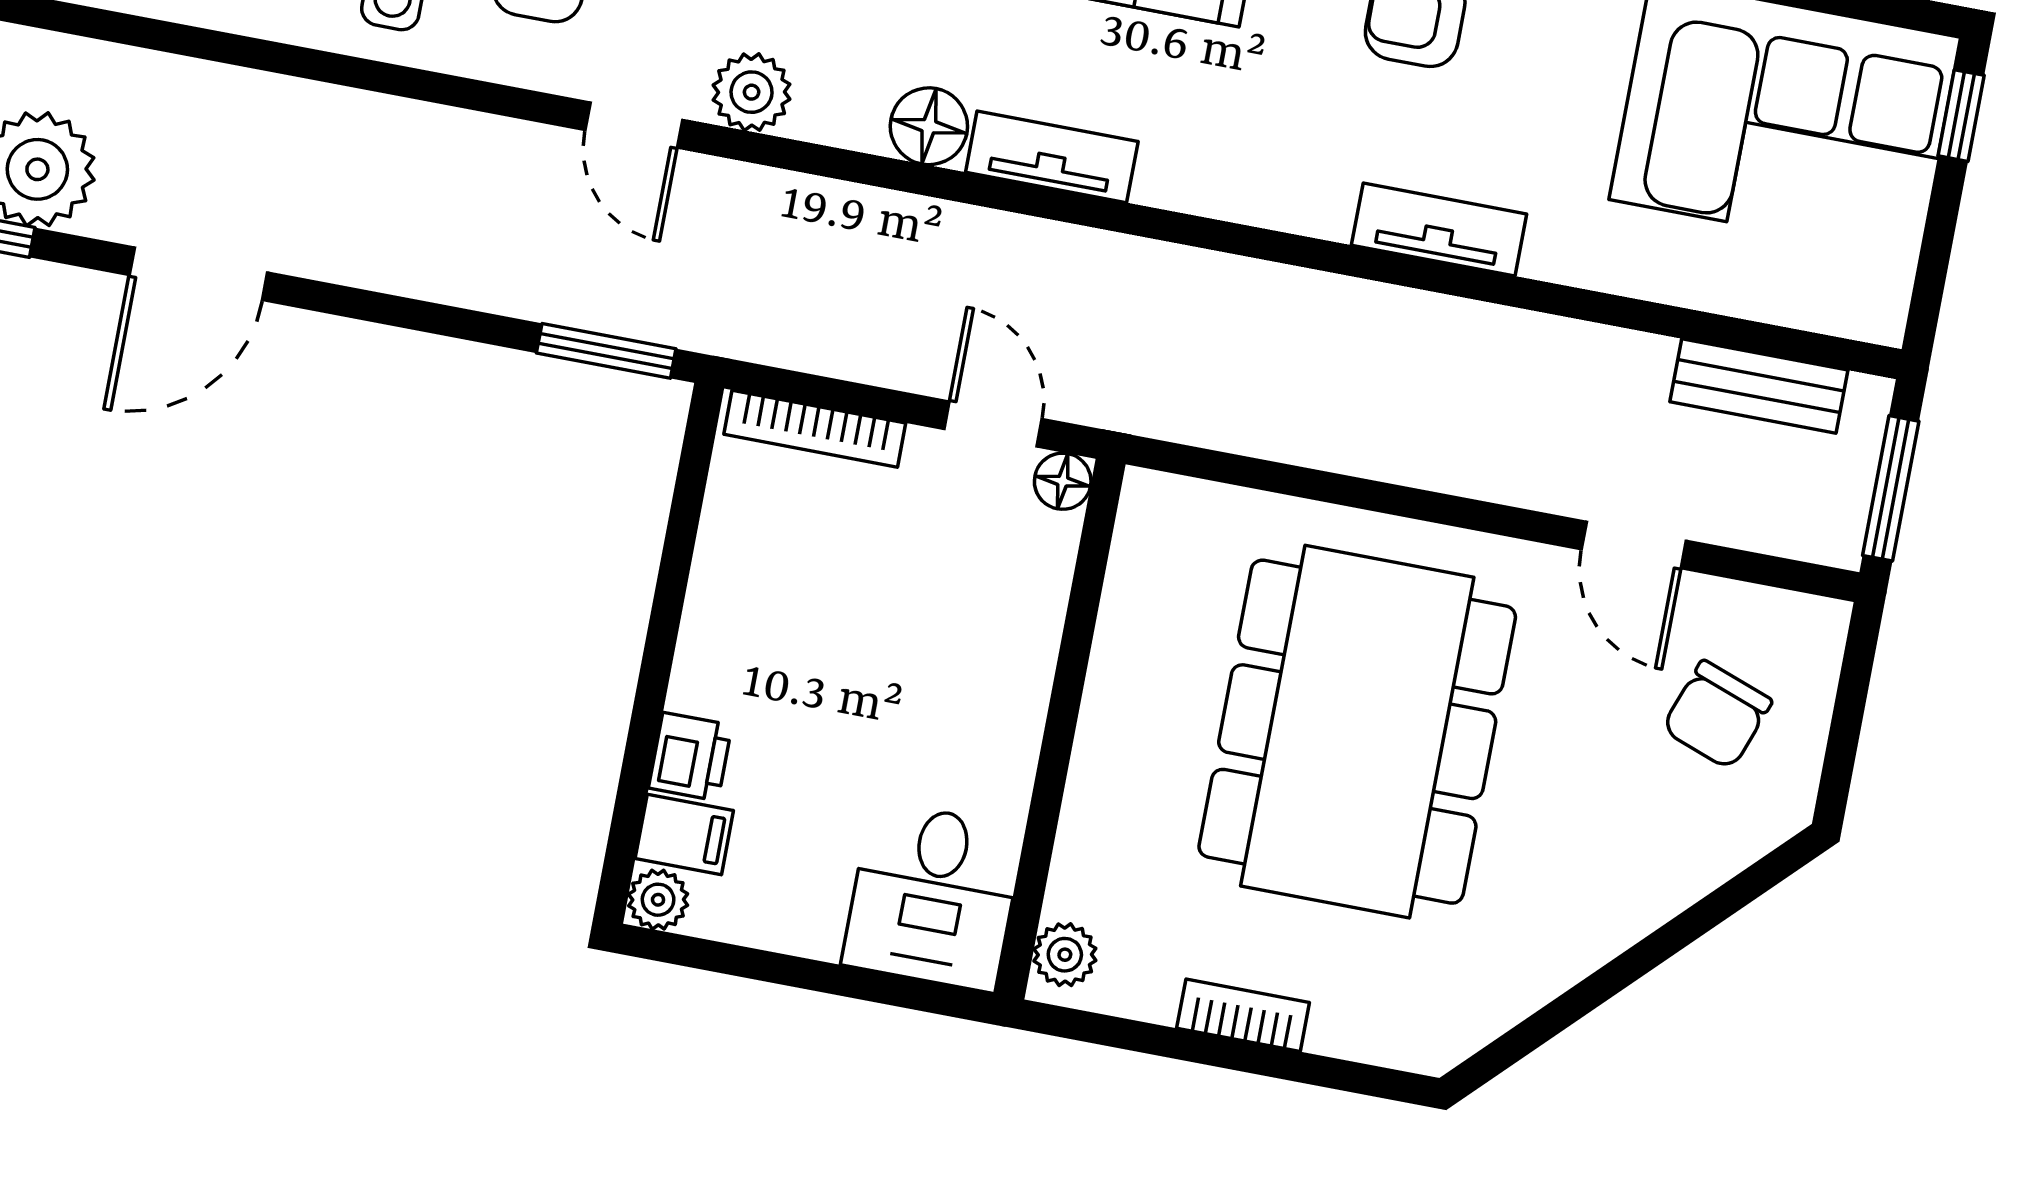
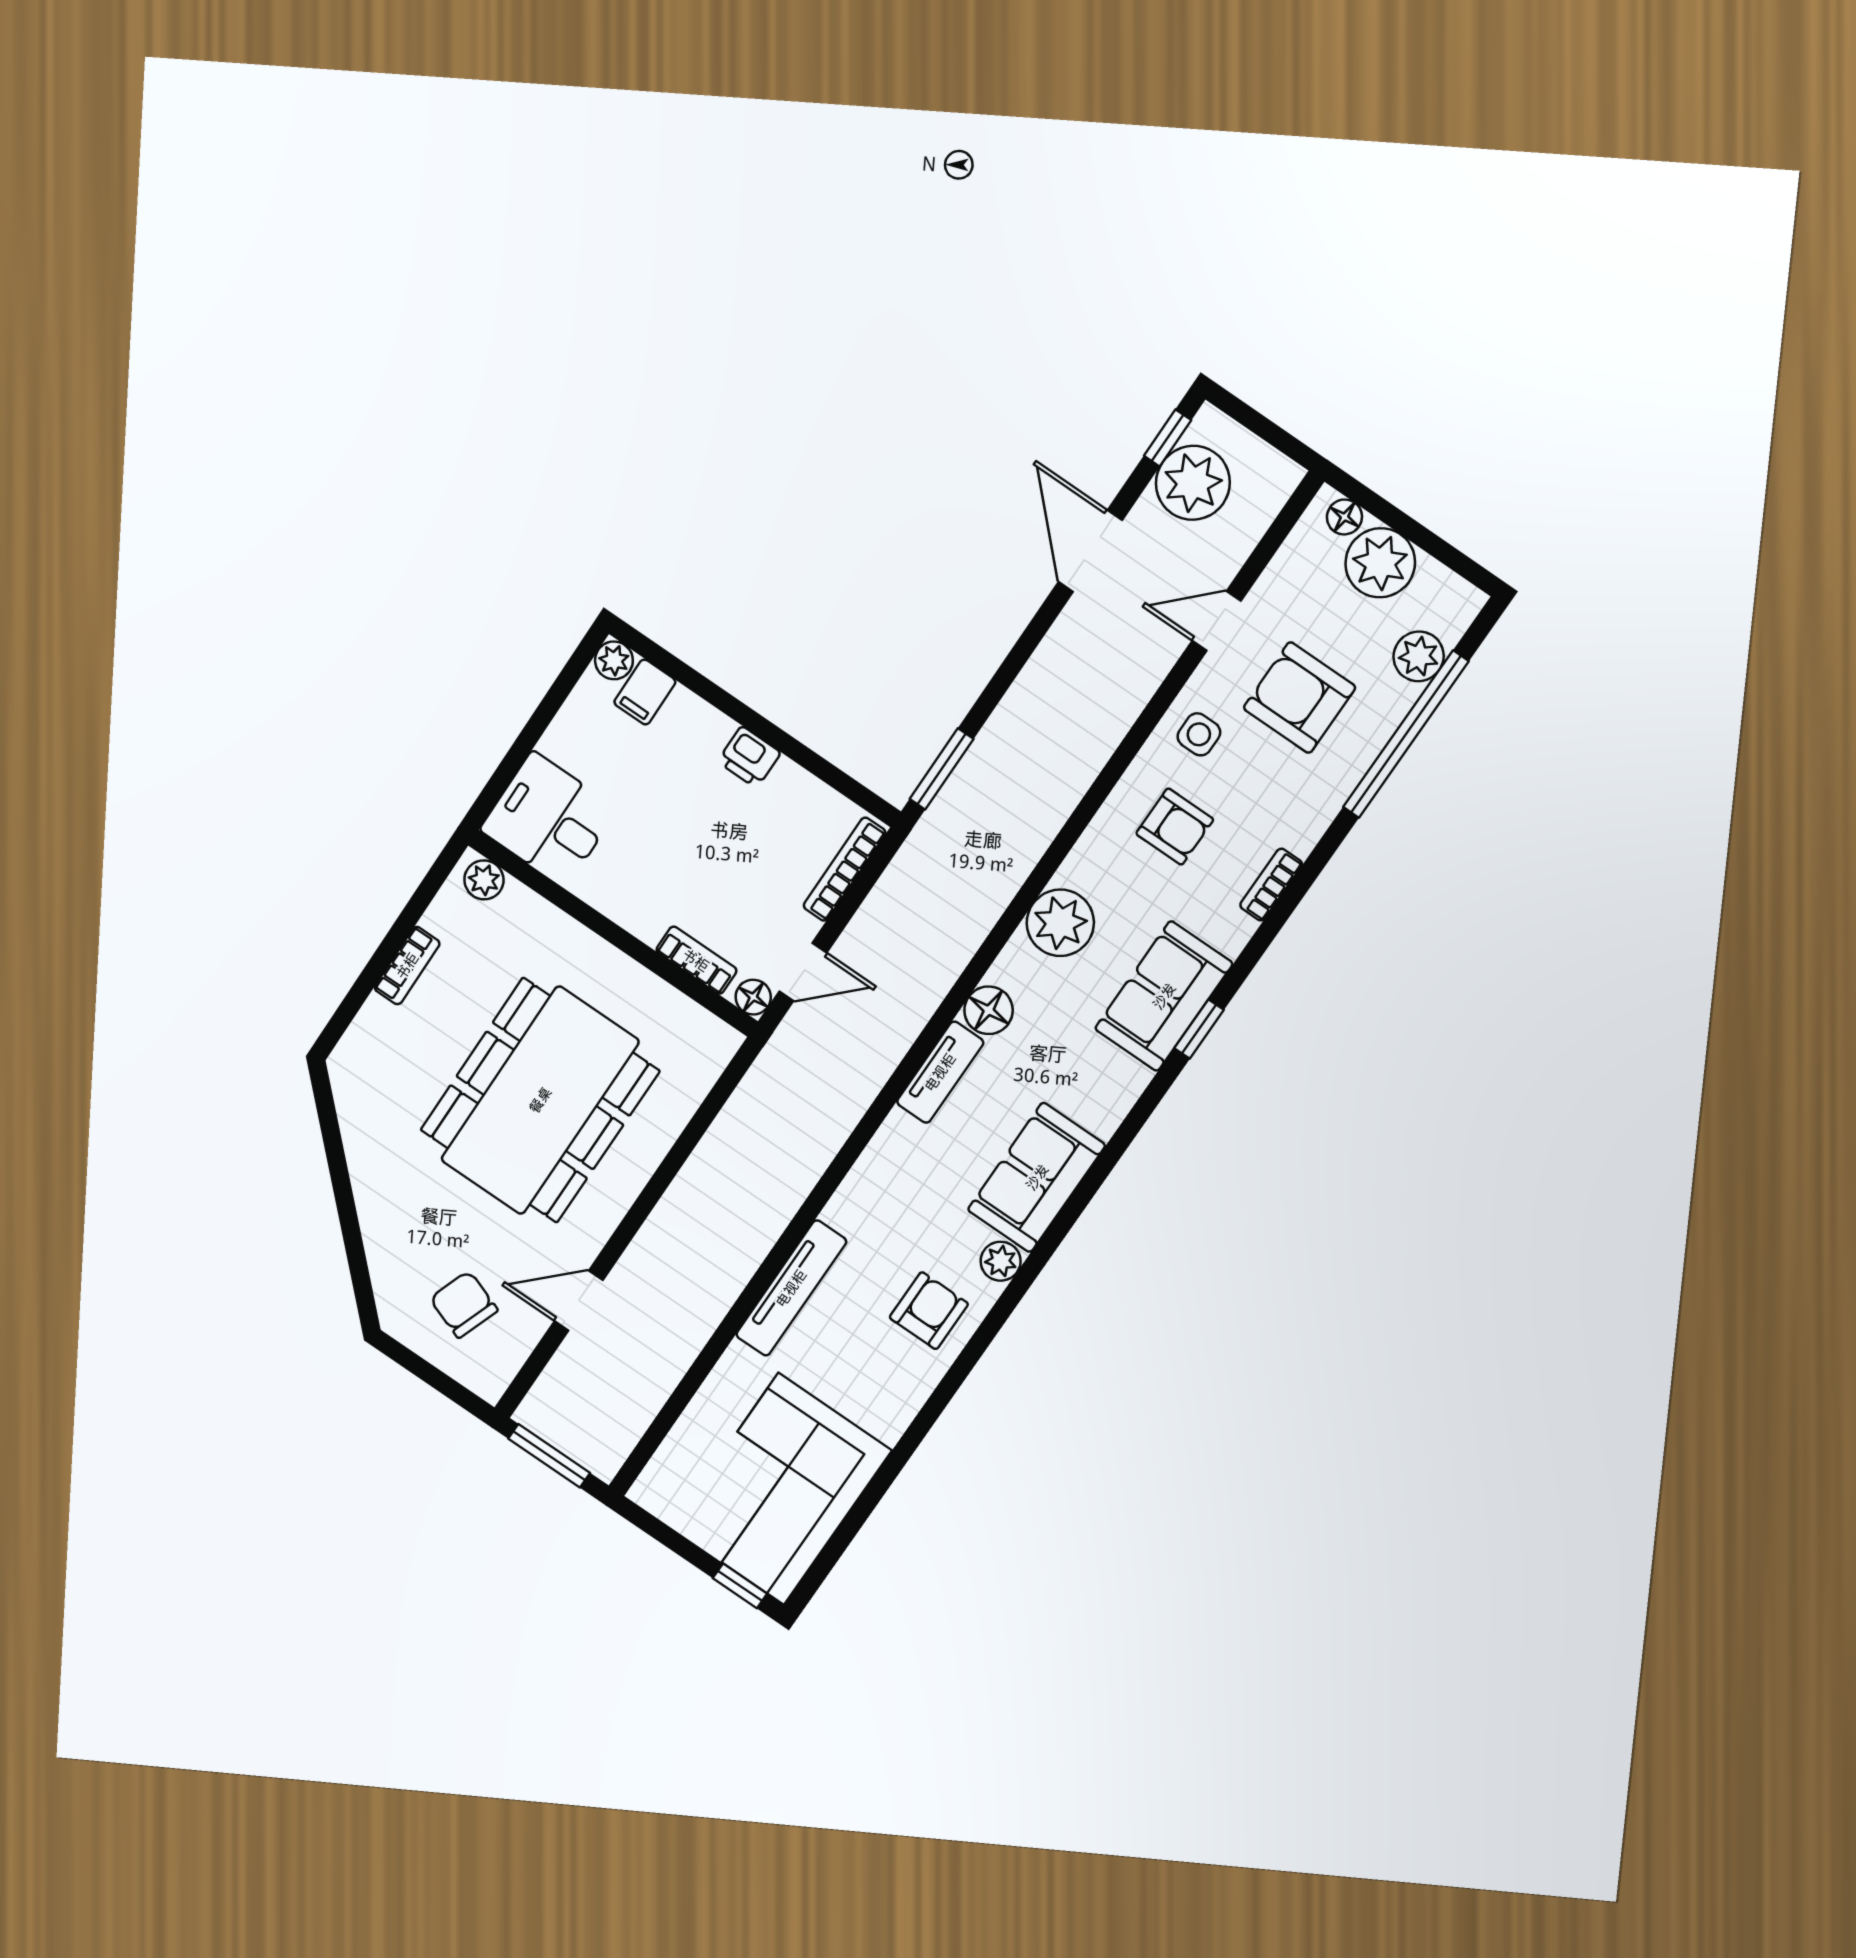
plant: (752, 92) -> (1060, 923), width x1.36, depth x1.36
door: (634, 125) -> (1217, 621), moved
tv unit: (1439, 230) -> (791, 1288), width x1.41
bench: (1759, 386) -> (638, 1409), removed
bookcase: (1045, 589) -> (696, 960), added
dining table: (1357, 732) -> (540, 1100), turned 90
printer: (690, 757) -> (749, 757), moved

